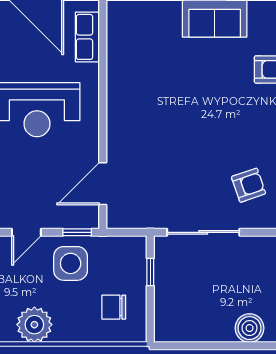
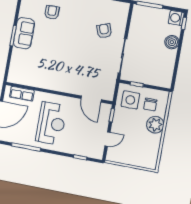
door: (26, 232) -> (107, 139), hinge flipped
side table: (71, 263) -> (130, 100), moved
plant: (34, 325) -> (155, 125), moved

